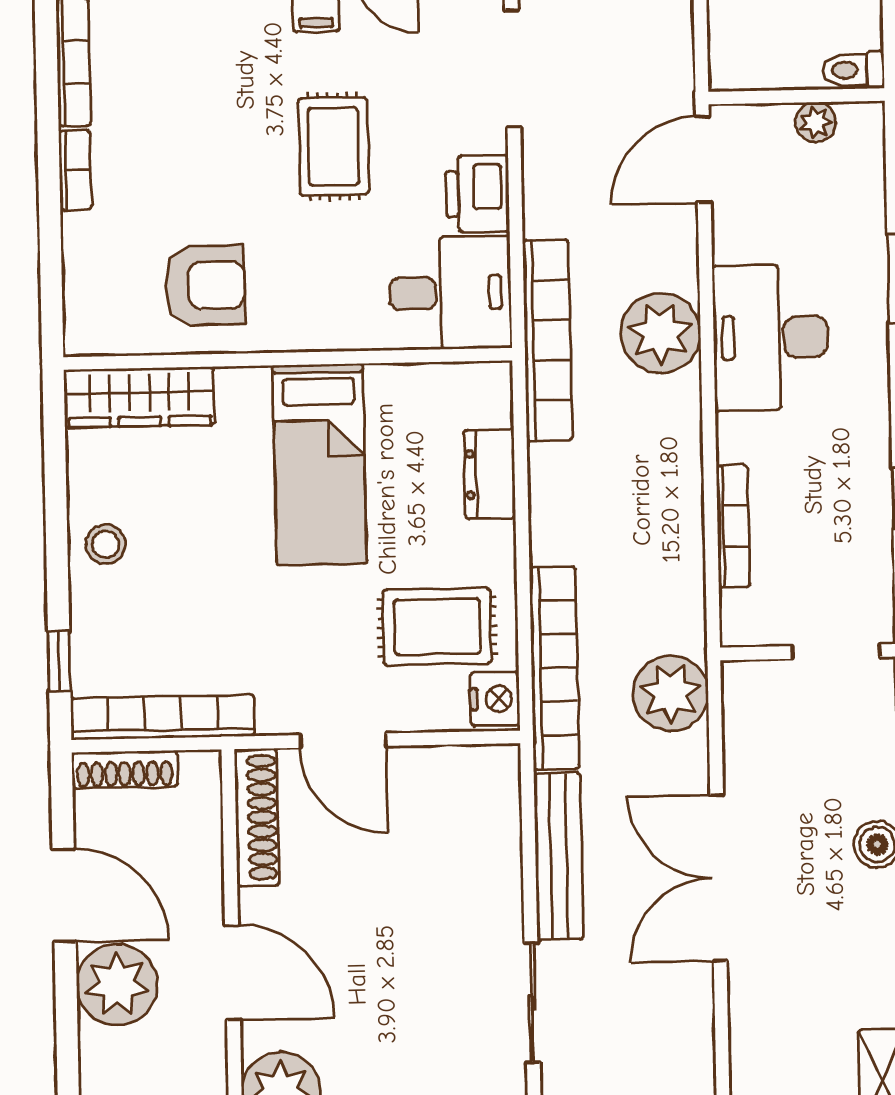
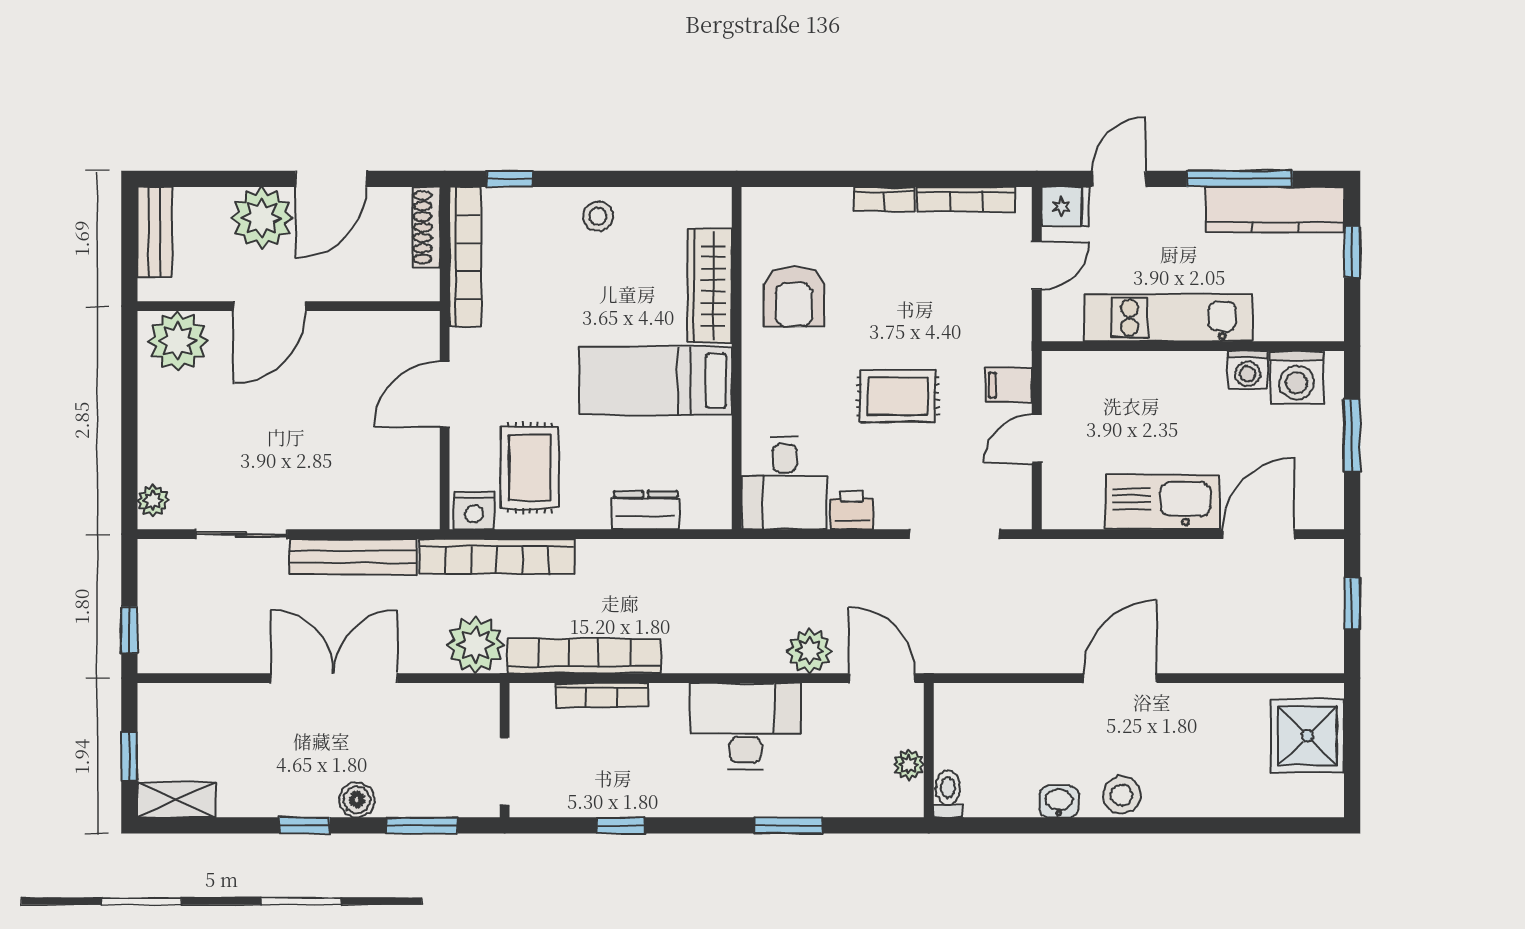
printer: (477, 194) -> (852, 510), width x0.73, depth x0.81
plant: (661, 333) -> (810, 651), moved, width x0.73, depth x0.73
bookcase: (547, 340) -> (584, 656), moved, turned 180
wardrobe: (139, 397) -> (710, 286), moved
shoe rack: (257, 817) -> (388, 327), removed

